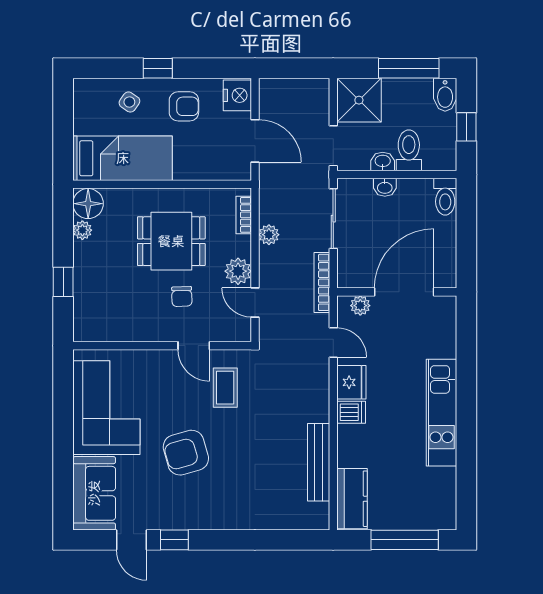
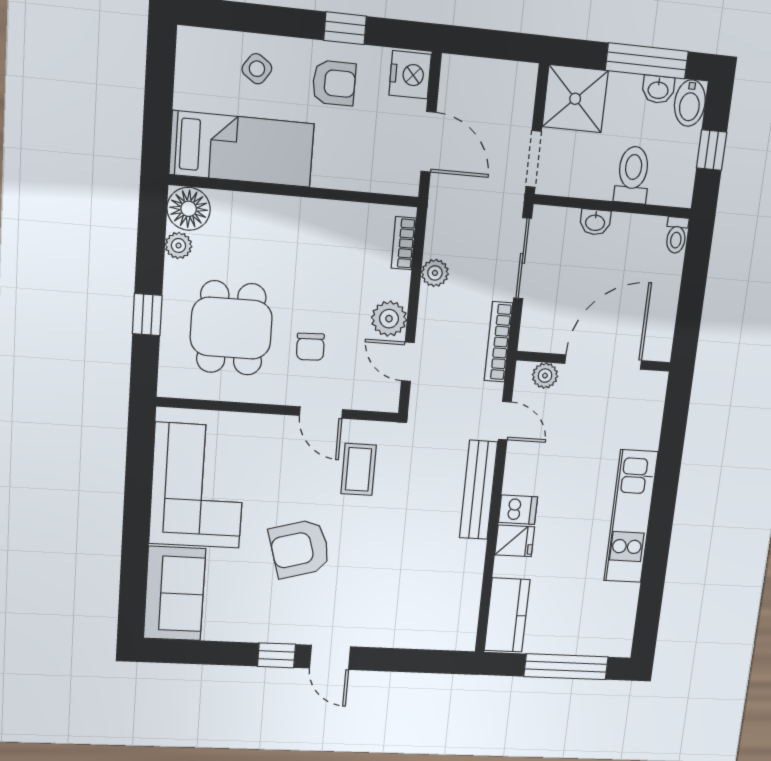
window: (158, 68) -> (345, 28), moved
washbasin: (383, 161) -> (658, 89), moved, turned 180
toilet: (445, 197) -> (676, 235), width x0.73, depth x0.72
dining table: (171, 241) -> (231, 328), moved, turned 90
fridge: (351, 382) -> (515, 541), moved, width x0.72
bench: (319, 462) -> (478, 490), moved
door: (132, 540) -> (330, 657), moved

